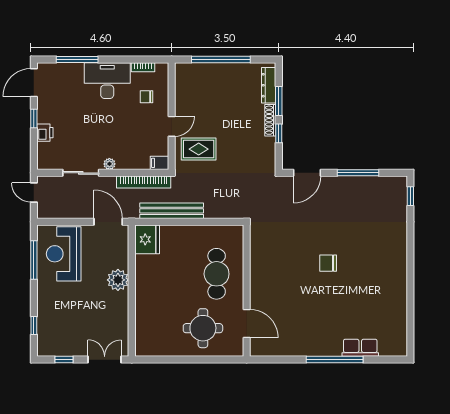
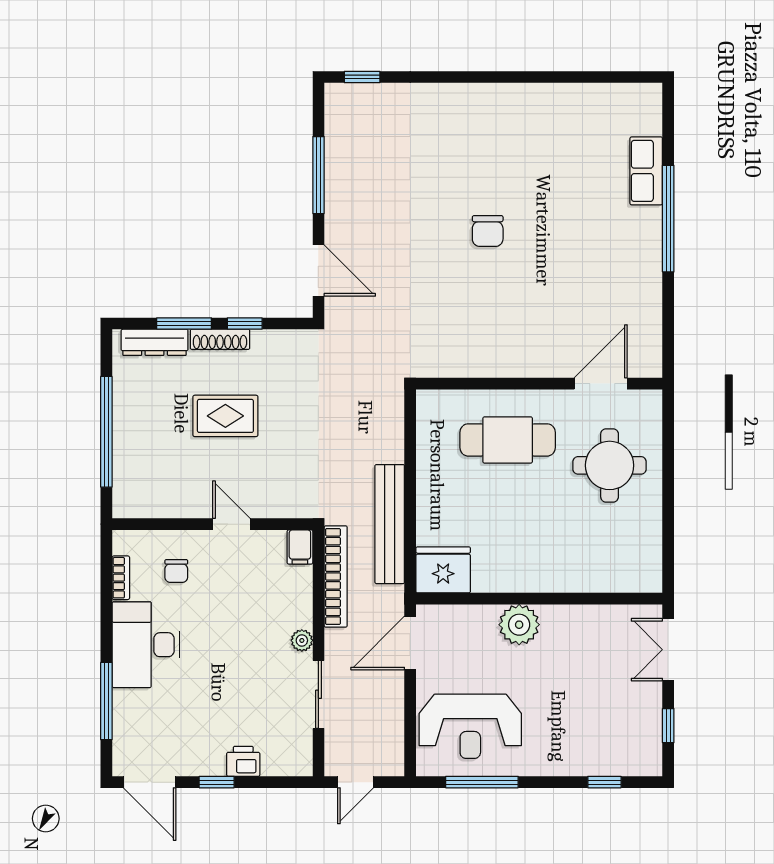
rug: (199, 149) -> (225, 416), moved, turned 90

